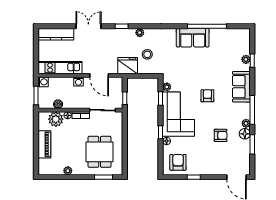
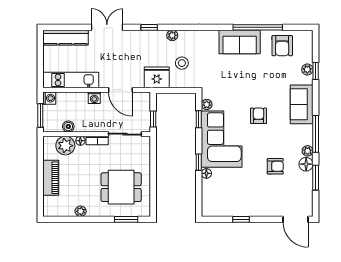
dining table: (100, 152) -> (121, 187), turned 90
armchair: (178, 162) -> (282, 46), moved, turned 180

